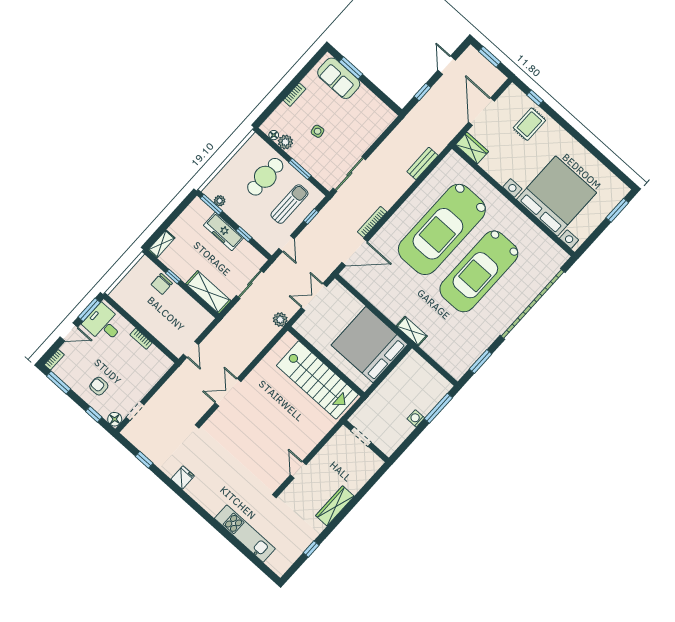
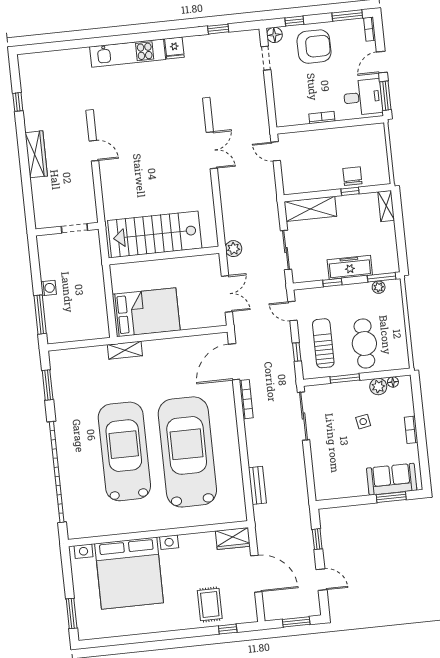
sun lounger: (289, 204) -> (323, 343), turned 180
bed: (369, 345) -> (146, 312), width x0.73
armchair: (99, 386) -> (314, 47), width x1.88, depth x1.88
kitchen unit: (245, 534) -> (128, 53), moved

